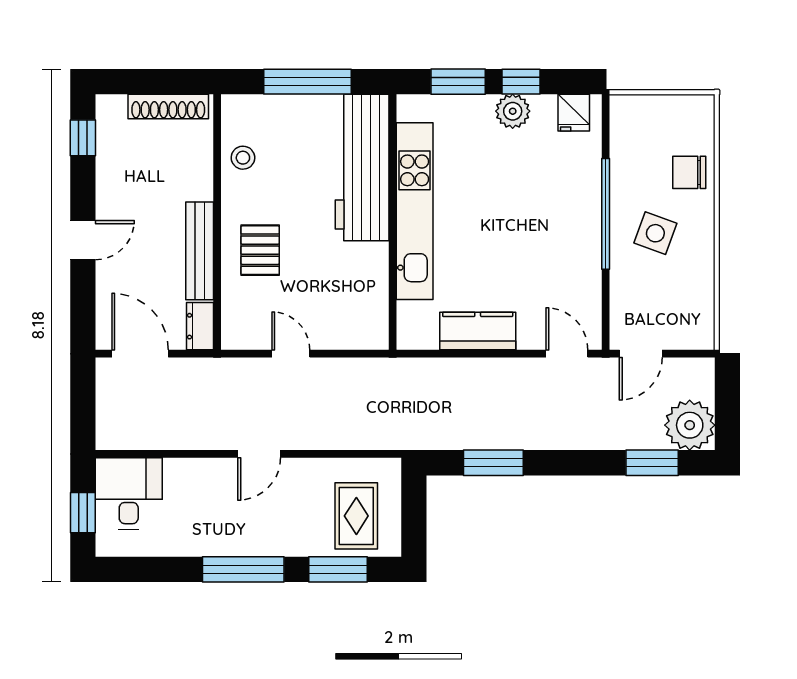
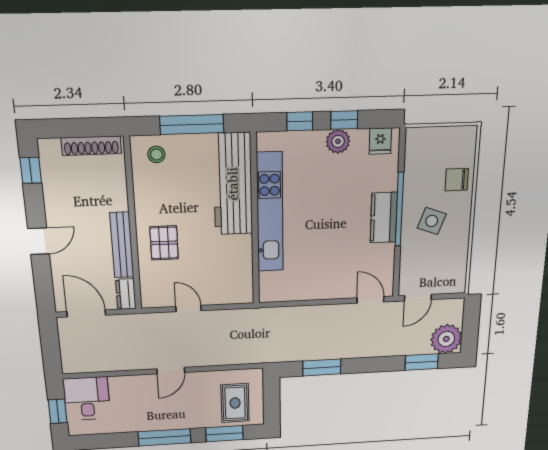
window: (458, 82) -> (300, 121), width x0.67
stool: (243, 158) -> (156, 154), moved
kitchen counter: (478, 331) -> (384, 218), moved, turned -90

